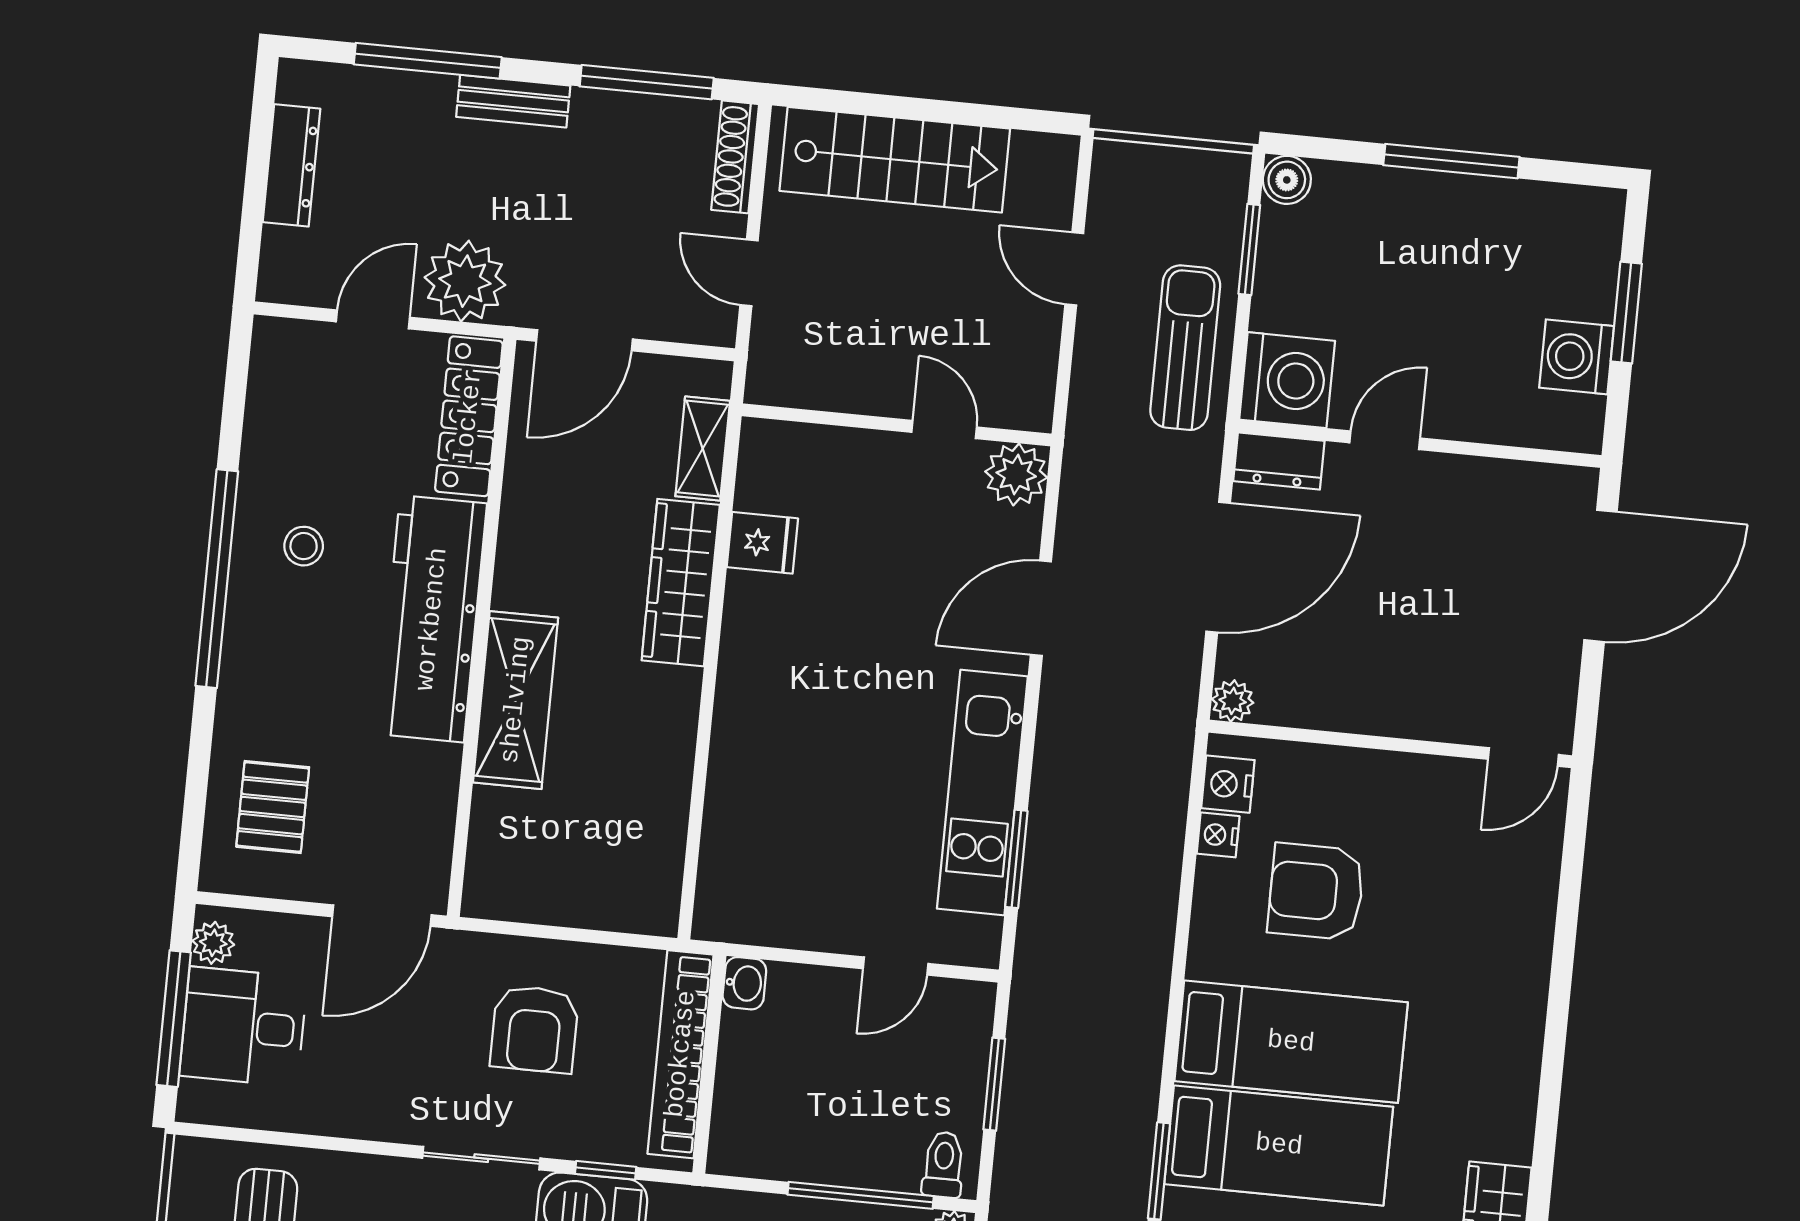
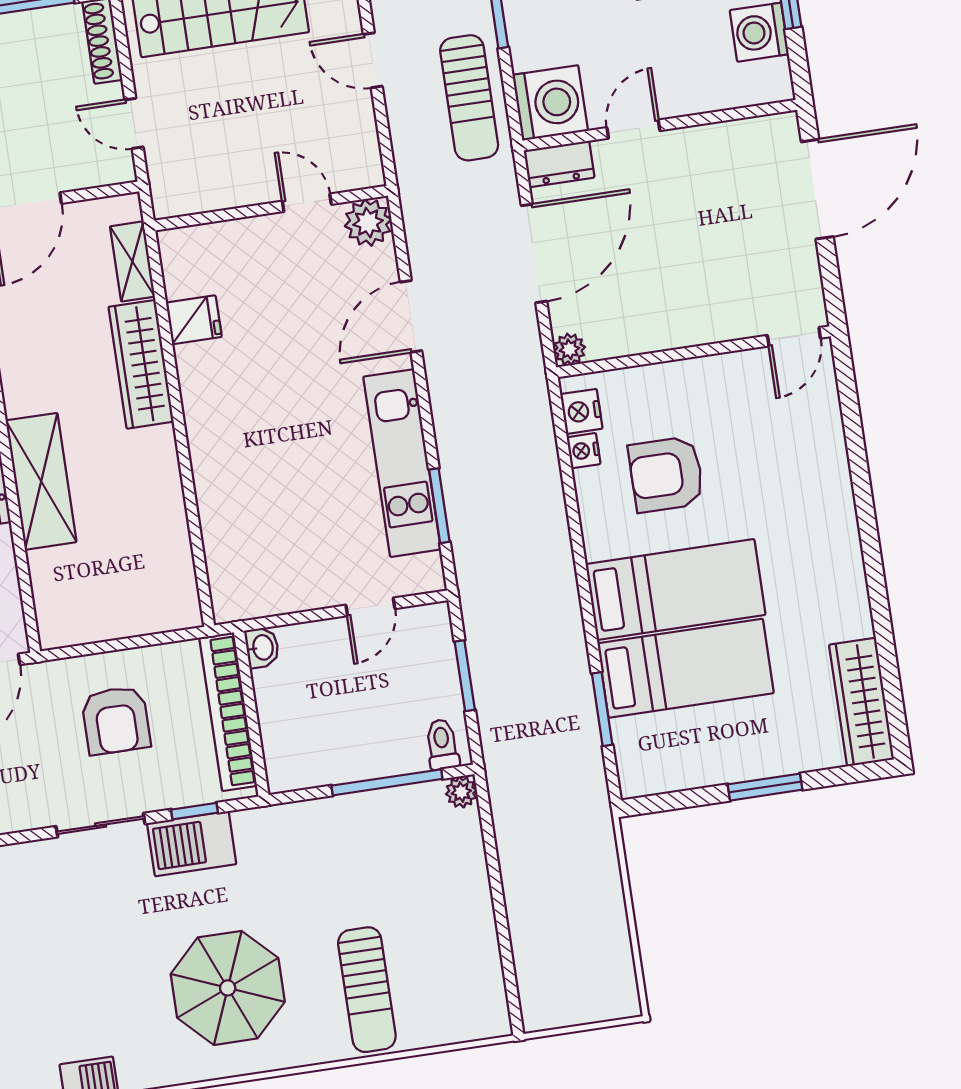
sun lounger: (1185, 348) -> (469, 98), turned 180

